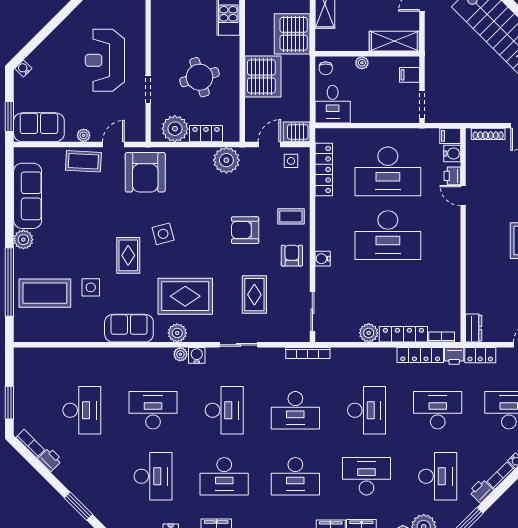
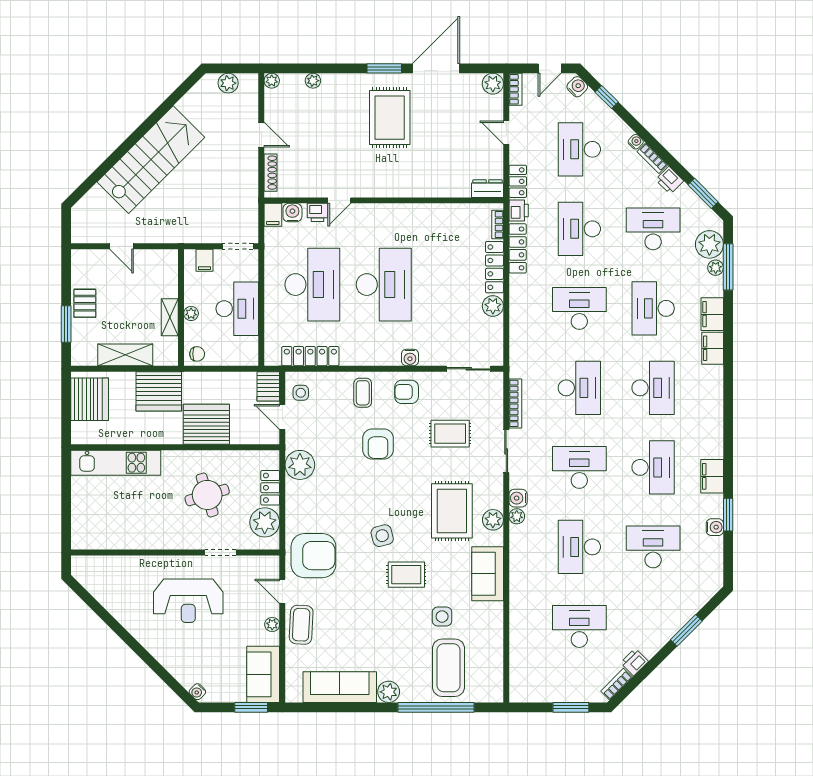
shelving: (394, 41) -> (170, 317), moved, width x0.67, depth x0.75
desk: (333, 104) -> (237, 309), moved, width x1.37
bookcase: (308, 353) -> (515, 403), moved

